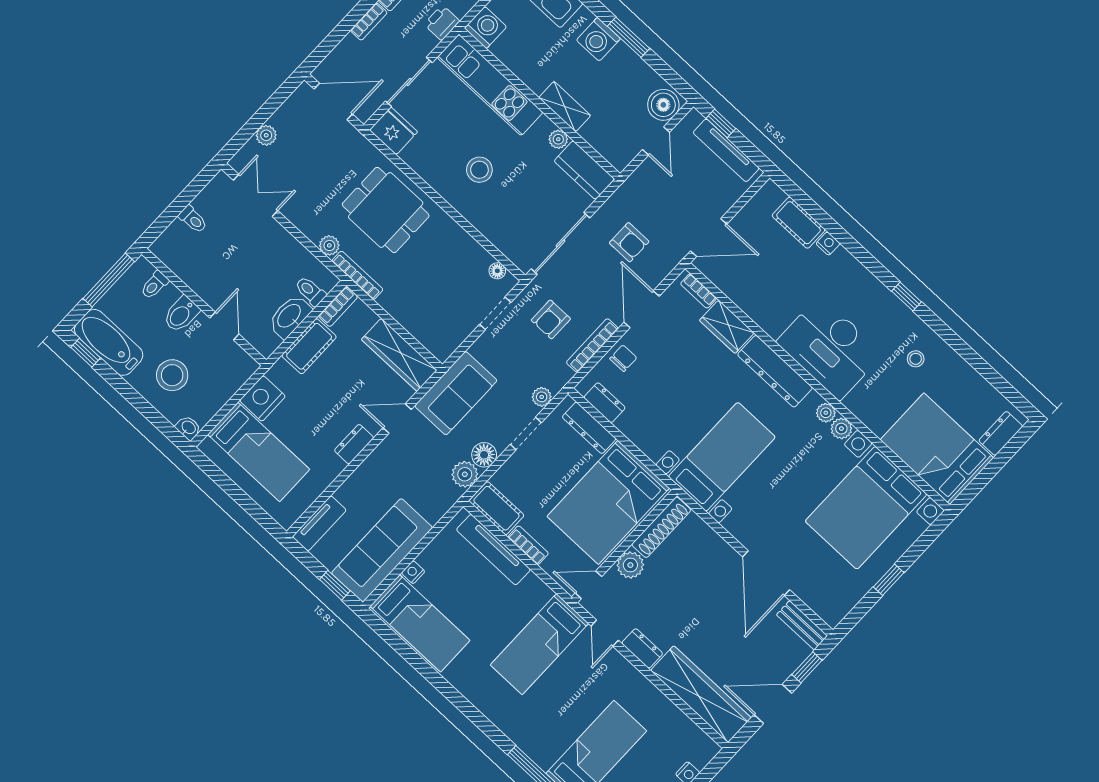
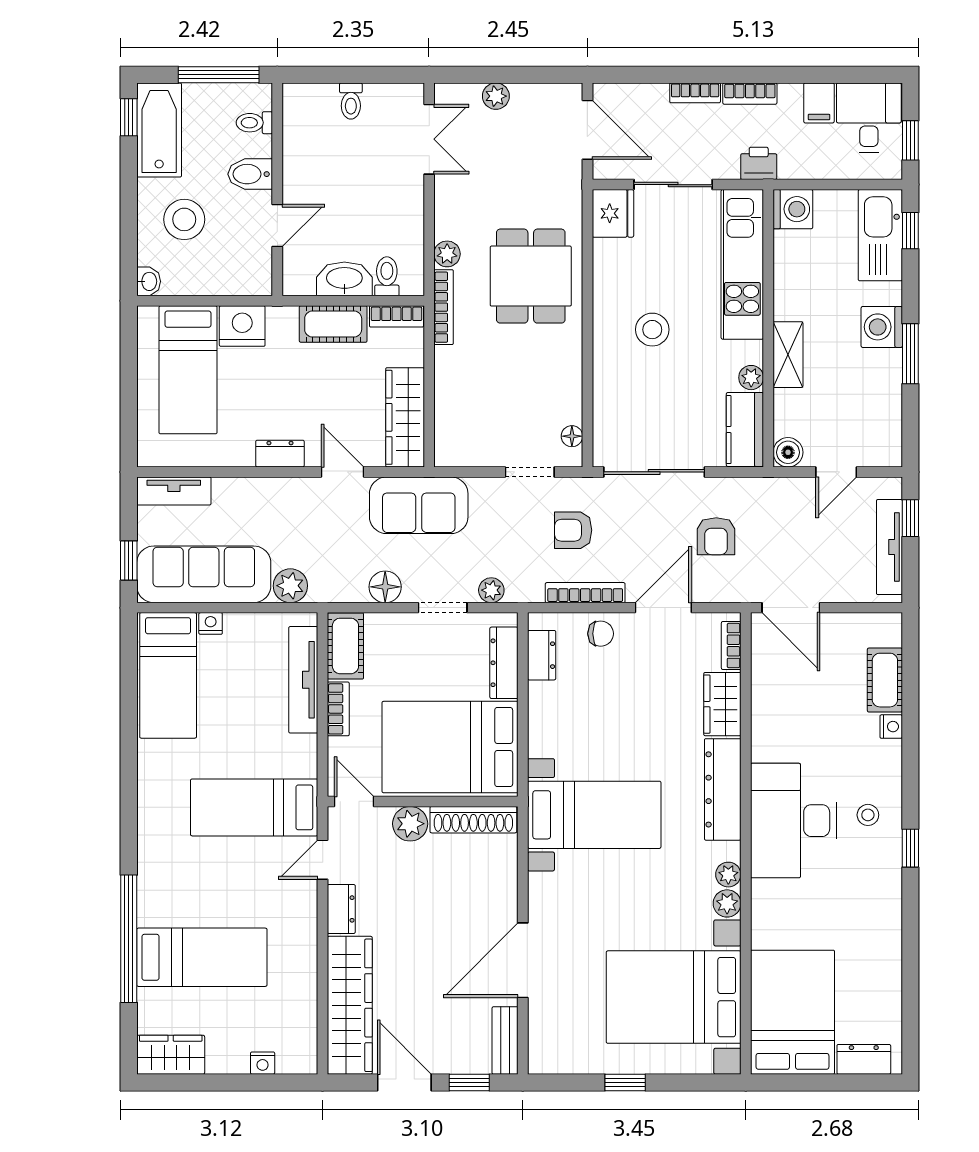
boiler: (663, 105) -> (788, 452), moved, width x0.73, depth x0.73
stool: (916, 359) -> (868, 815), moved
plant: (465, 474) -> (290, 586), moved

